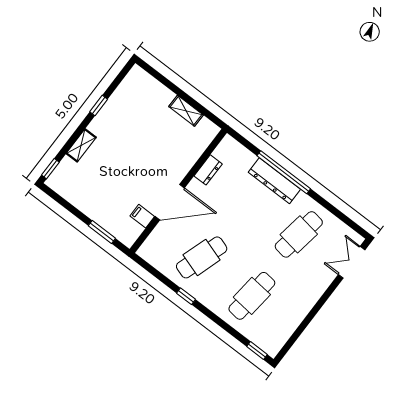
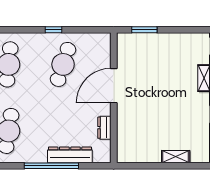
shelving: (186, 111) -> (176, 157), moved
dresser: (274, 181) -> (70, 155), moved
filing cabinet: (142, 216) -> (125, 62), removed

